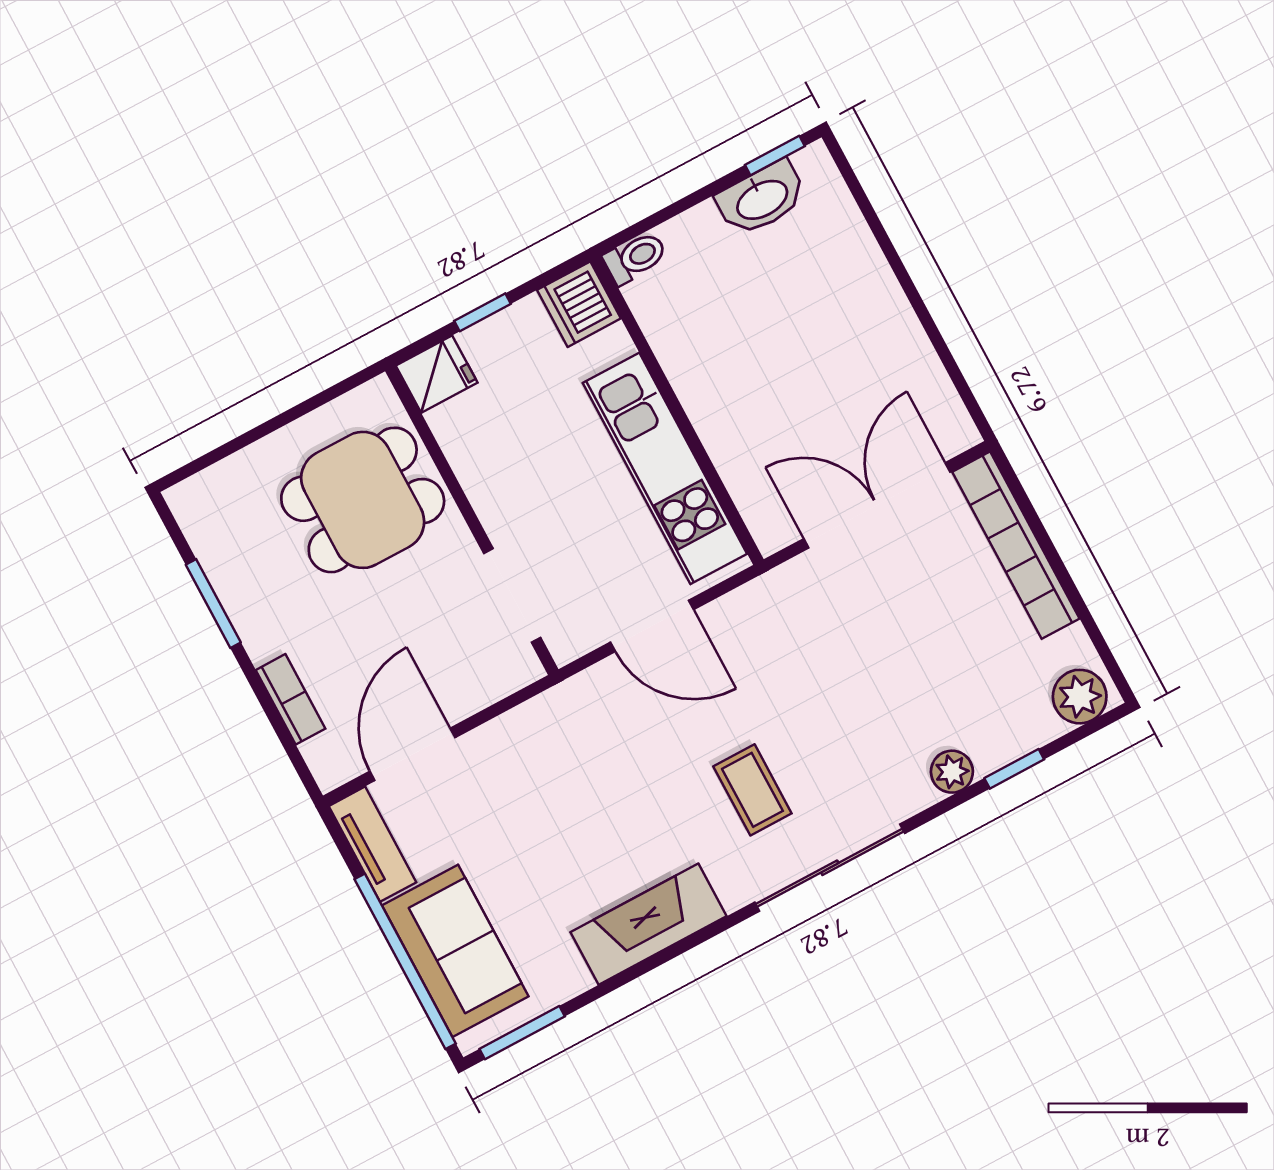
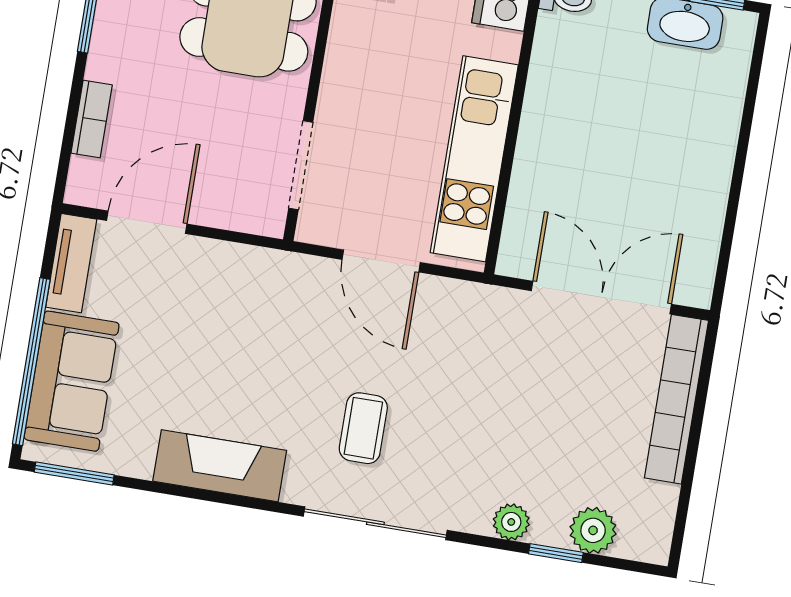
plant: (1080, 697) -> (593, 530), moved

